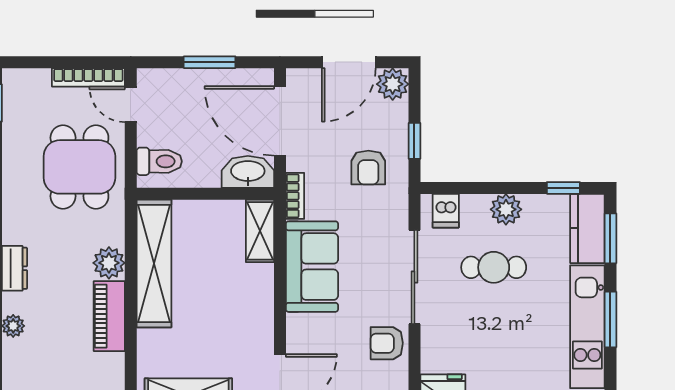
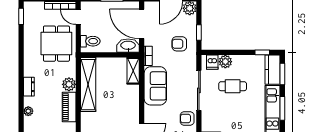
armchair: (368, 168) -> (179, 44), turned 90
plant: (506, 209) -> (225, 62), moved

